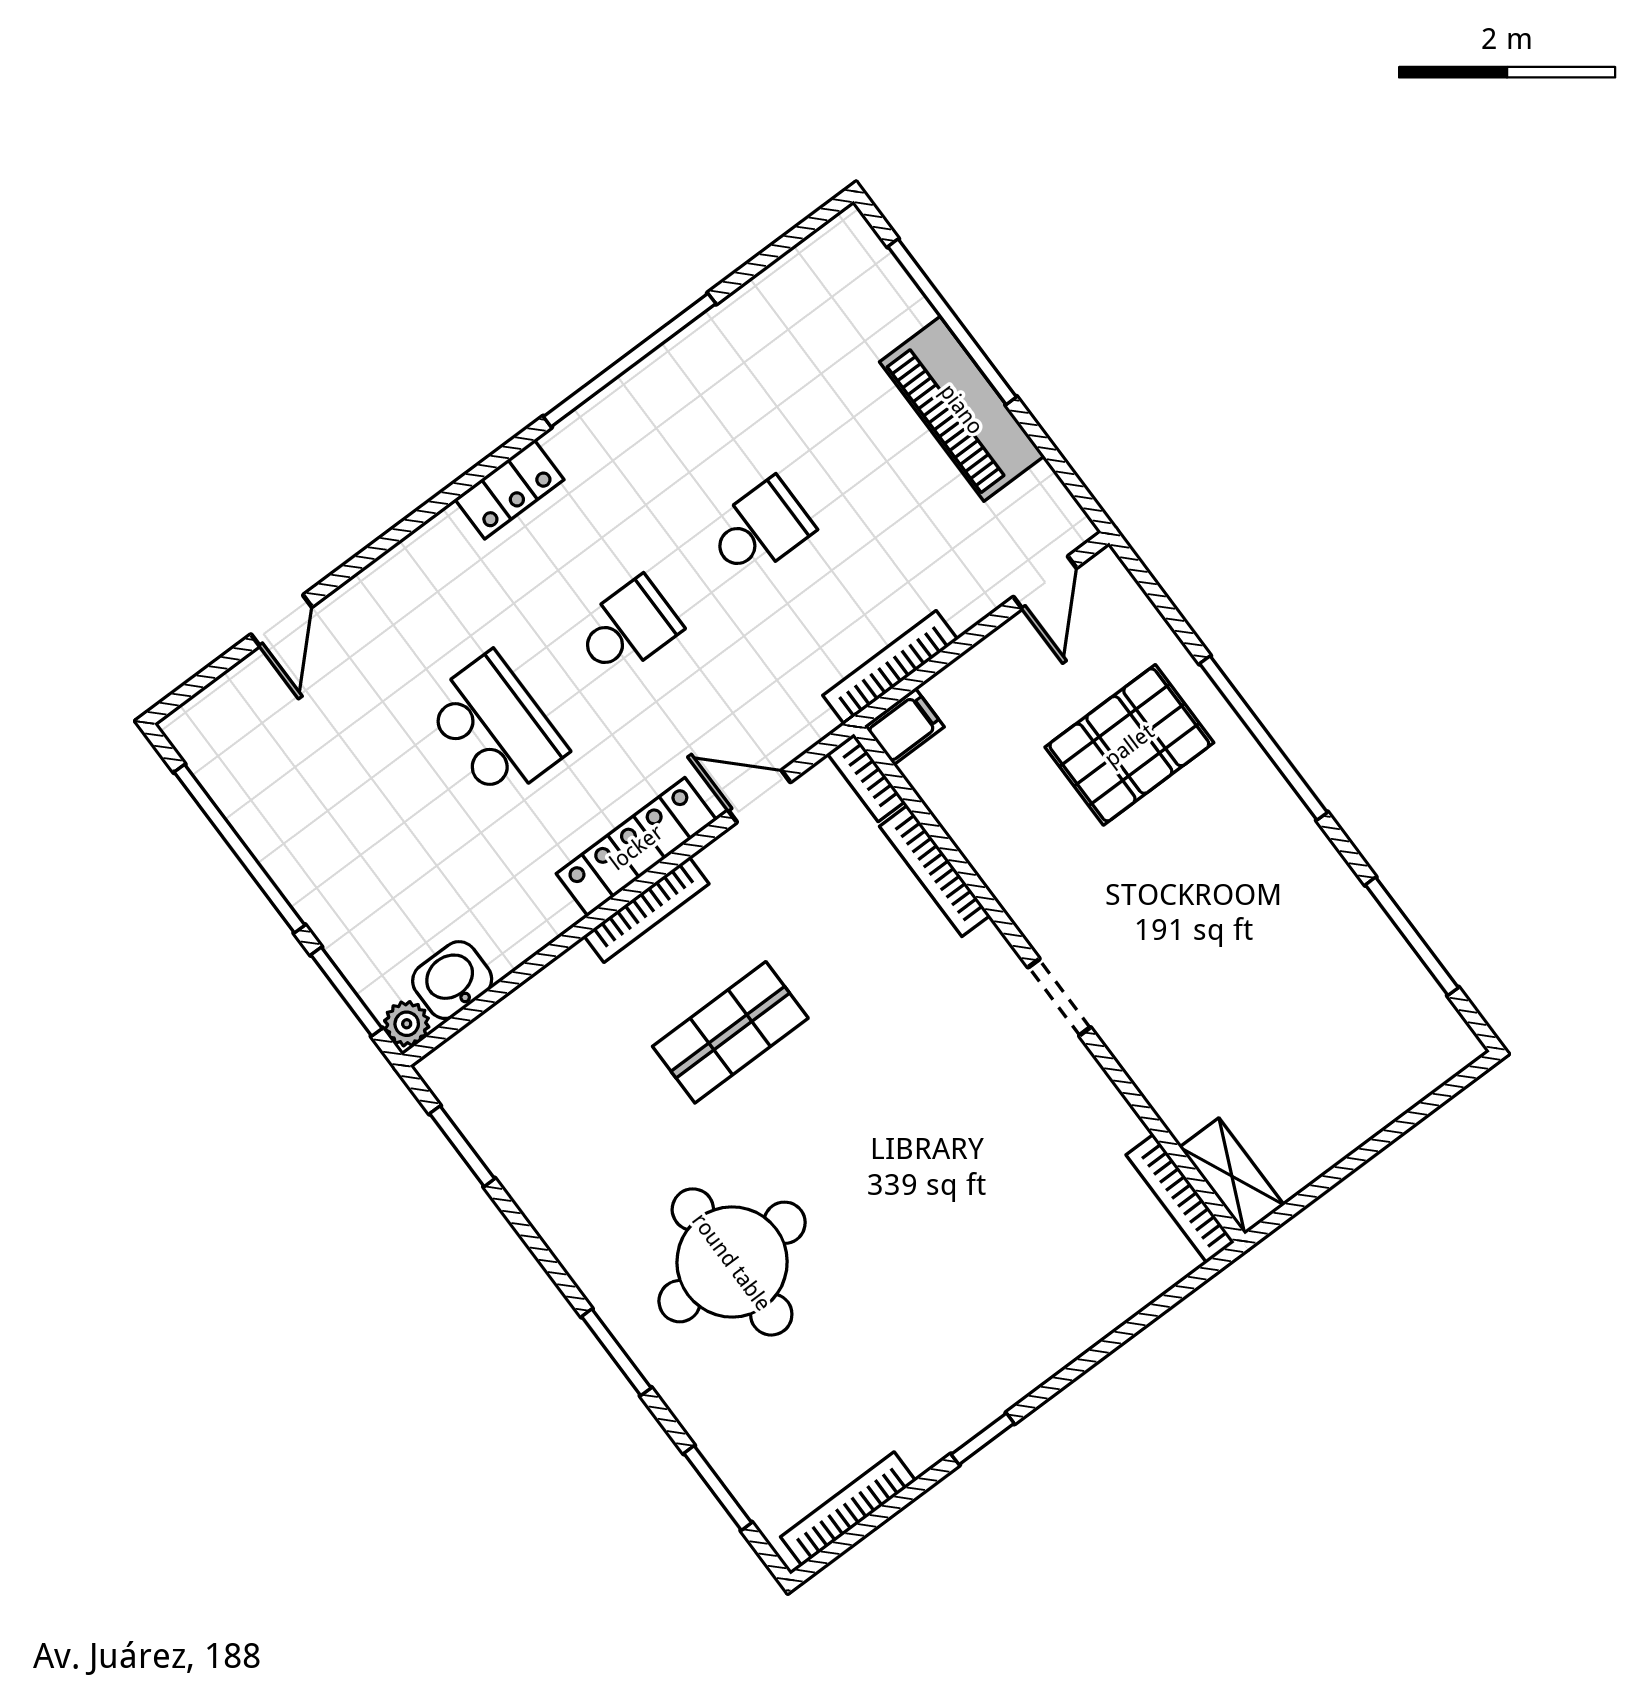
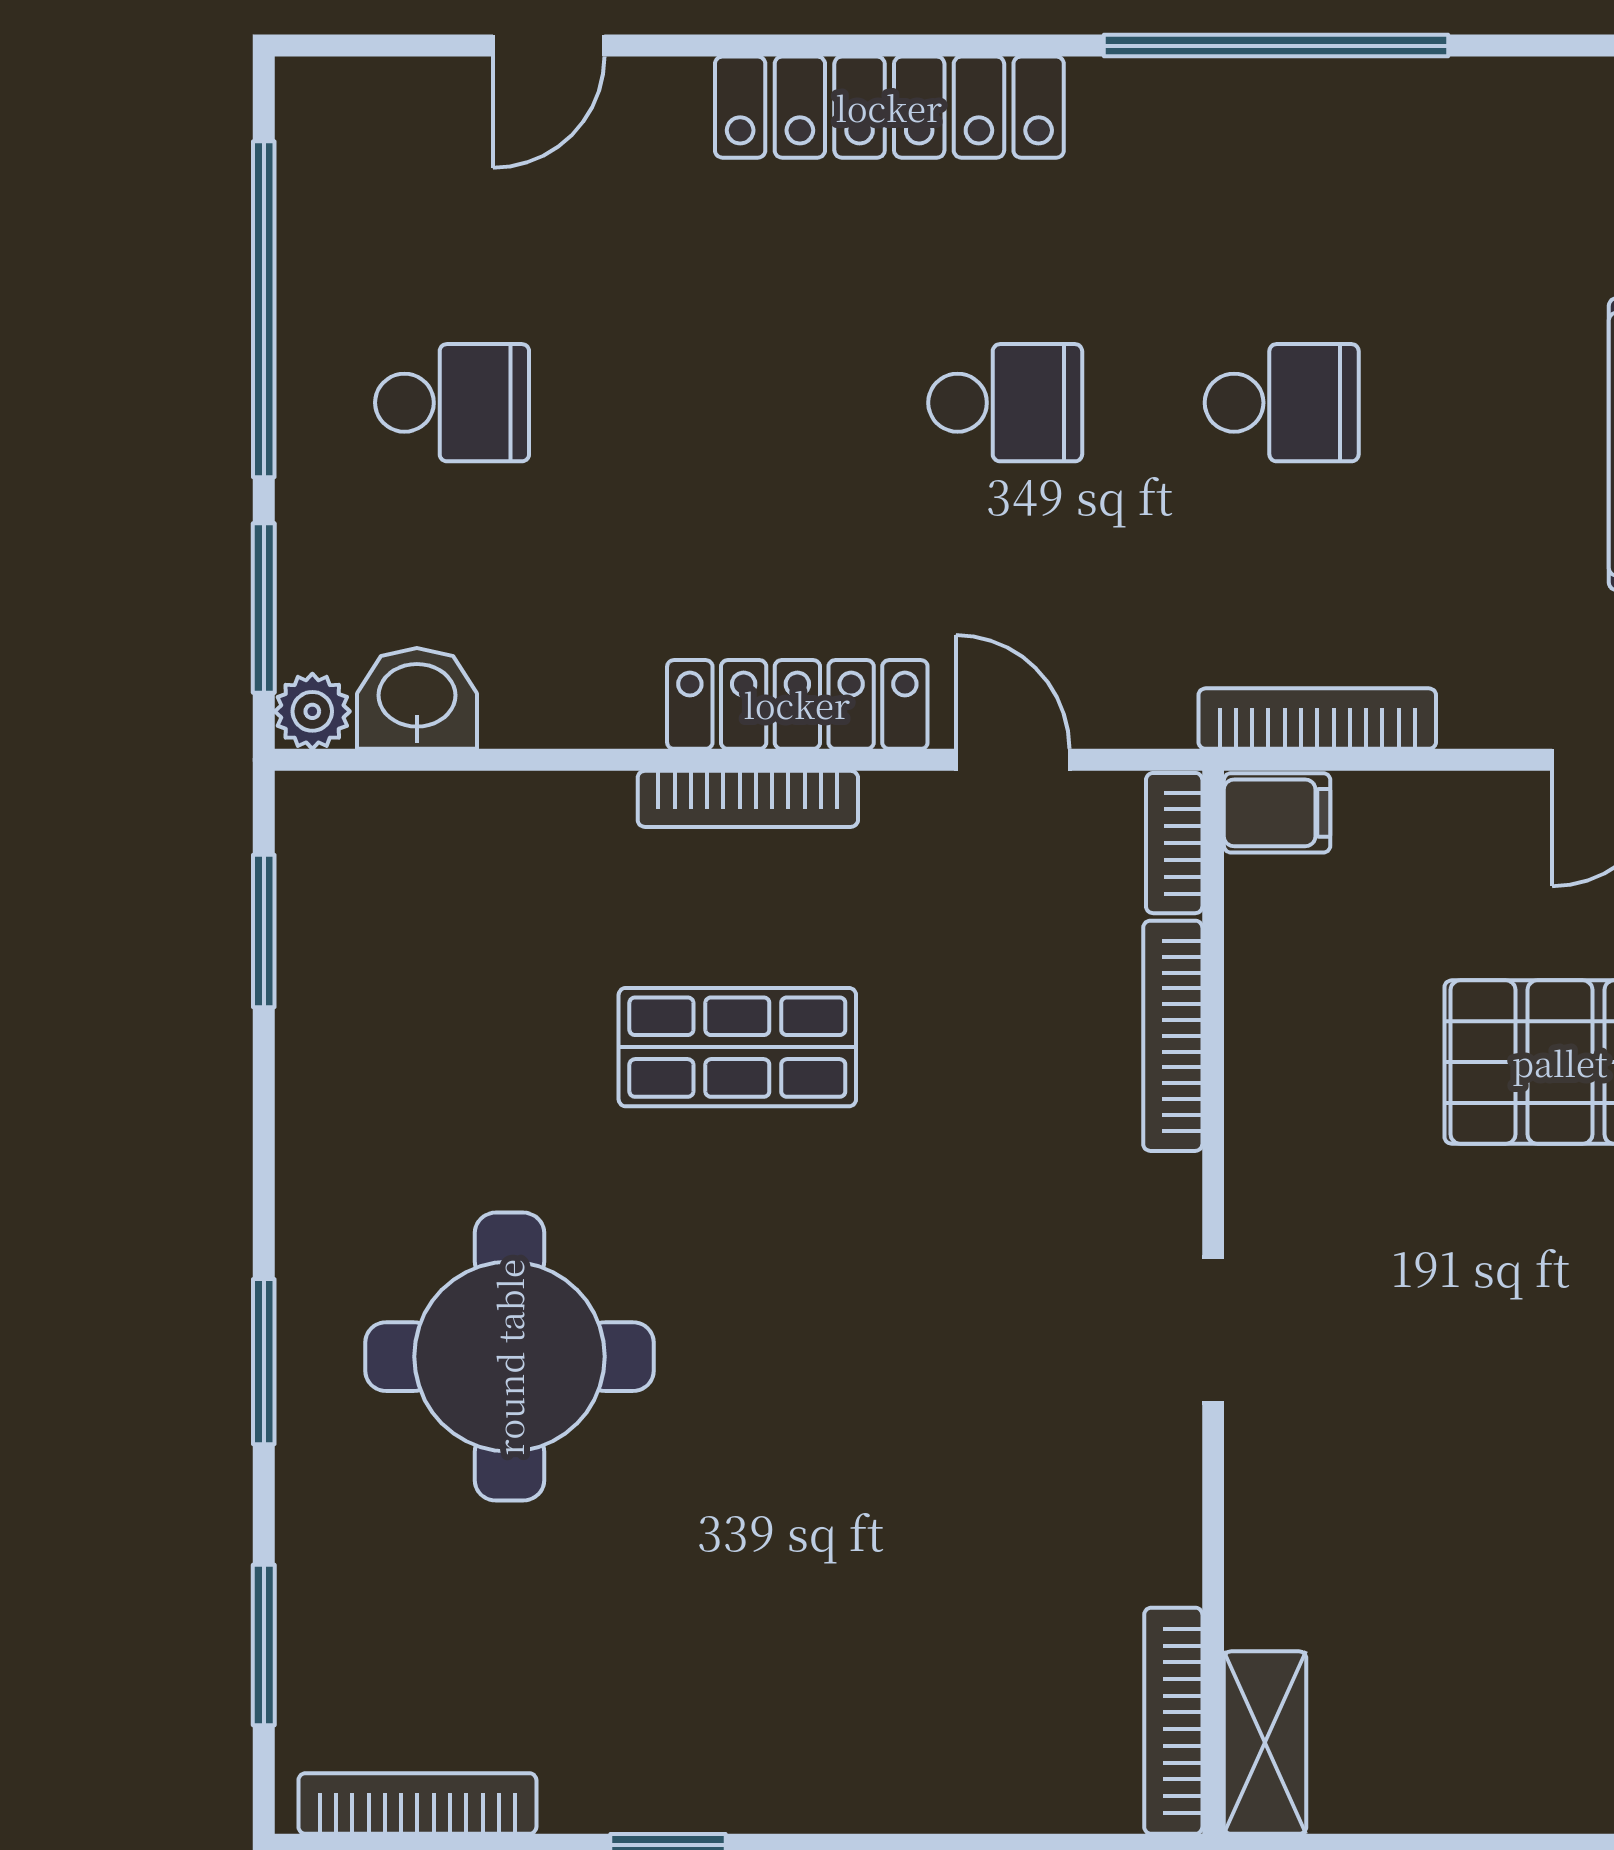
locker: (509, 489) -> (889, 107), width x2.16, depth x1.21
school desk: (495, 727) -> (452, 403), moved, width x0.54

